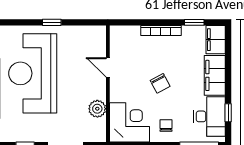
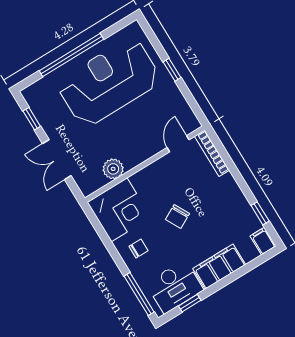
bookcase: (161, 31) -> (212, 153), moved
filing cabinet: (216, 40) -> (263, 241), width x0.50
door: (108, 67) -> (178, 144), moved

